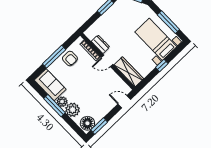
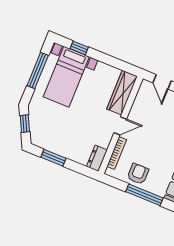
dresser: (101, 44) -> (97, 158), moved
door: (107, 61) -> (120, 126), hinge flipped
window: (162, 66) -> (79, 48), moved

